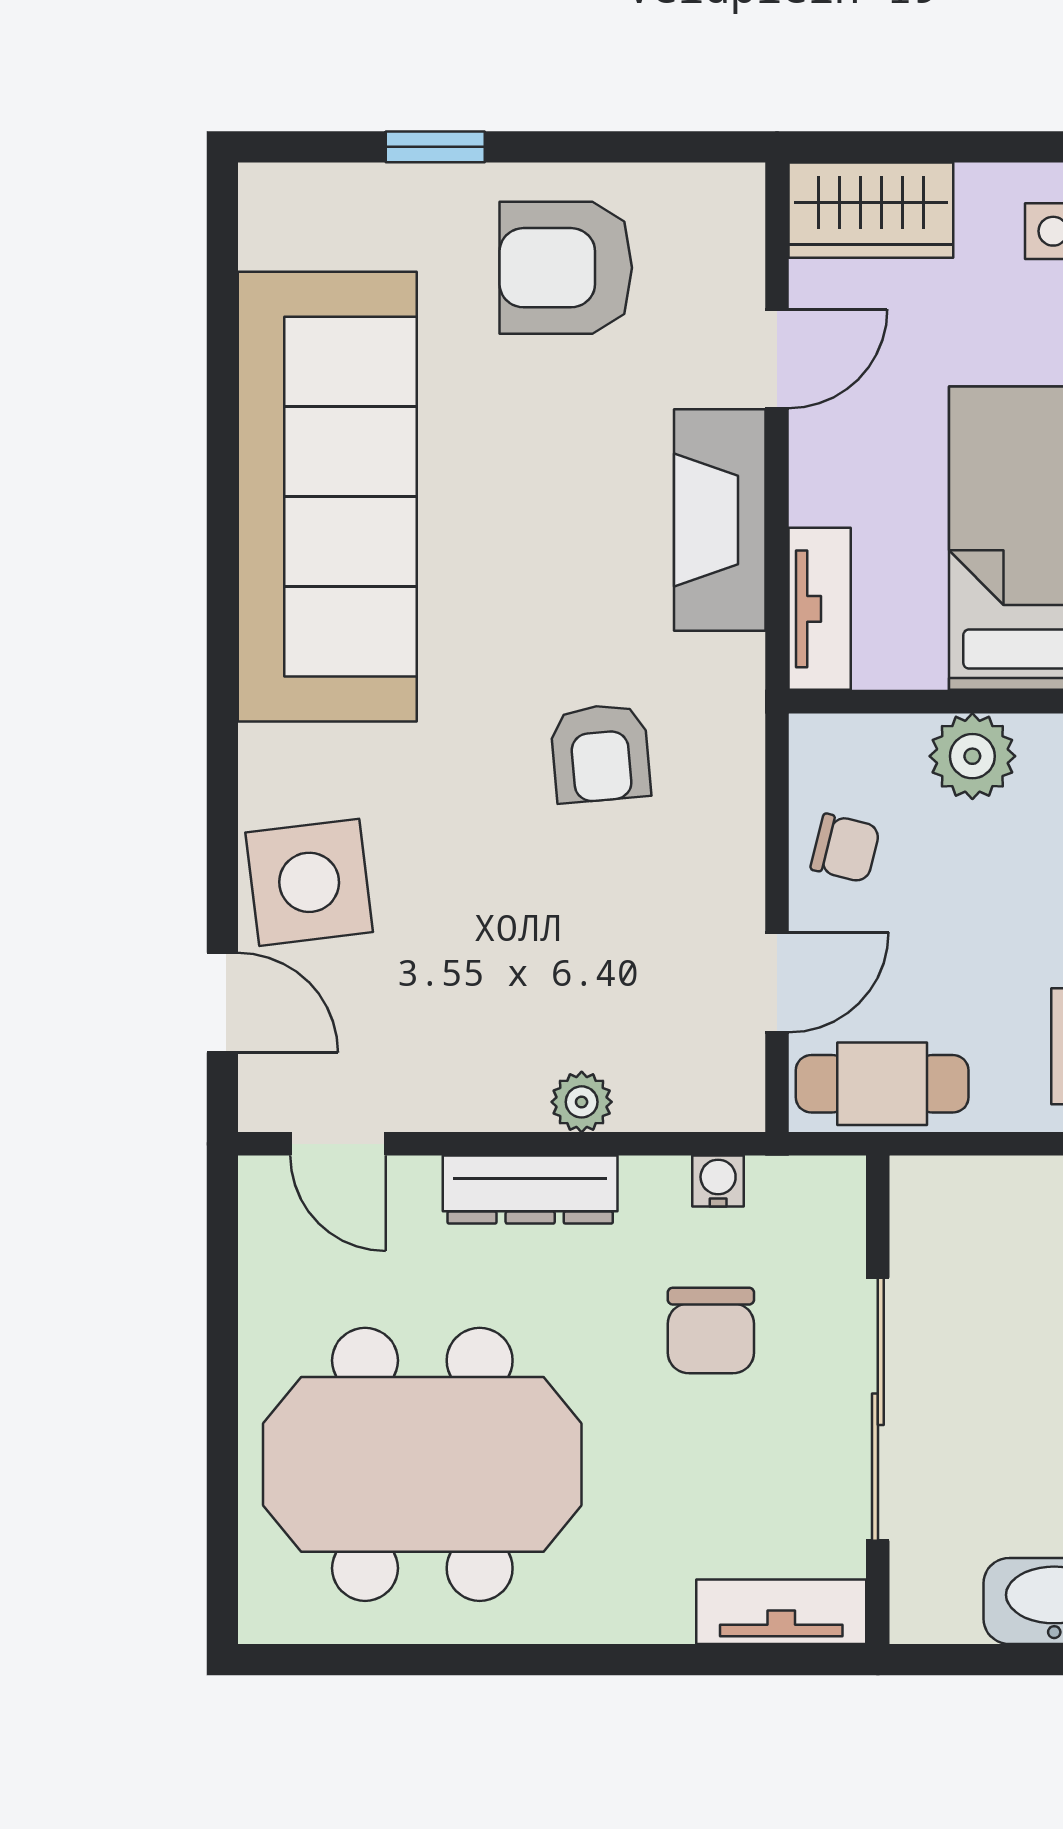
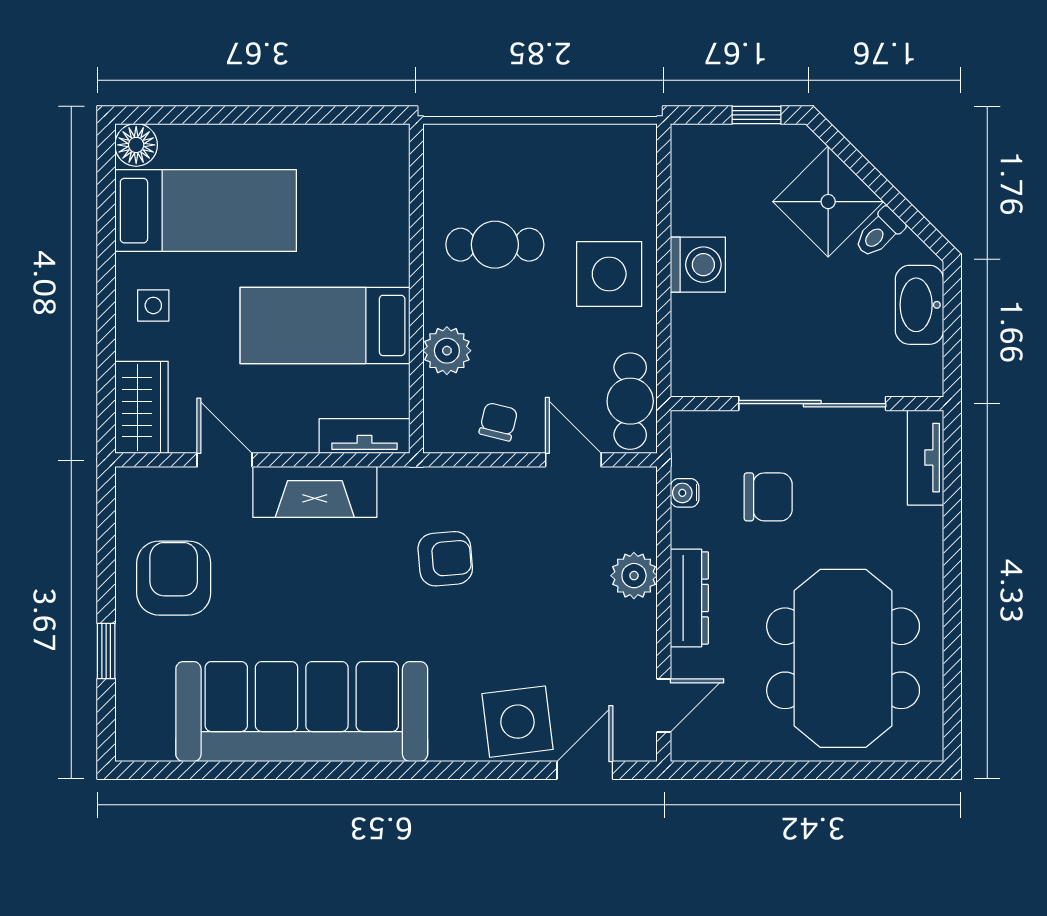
armchair: (566, 268) -> (174, 578), turned 180
plant: (582, 1102) -> (634, 576), width x1.38, depth x1.38

